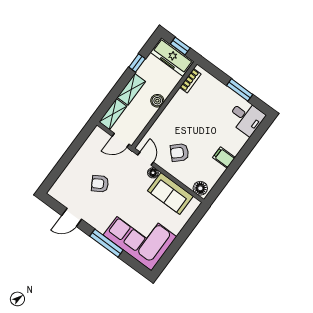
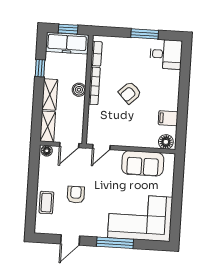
bookcase: (172, 106) -> (94, 86), added
armchair: (179, 152) -> (130, 93), moved
filing cabinet: (224, 158) -> (168, 118), moved
door: (146, 159) -> (101, 147), swing flipped
floor lamp: (153, 173) -> (47, 151), moved
coffee table: (72, 175) -> (46, 203), added
armchair: (100, 184) -> (76, 195), turned 121

